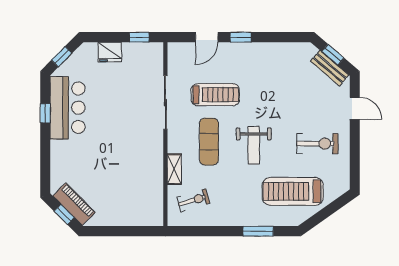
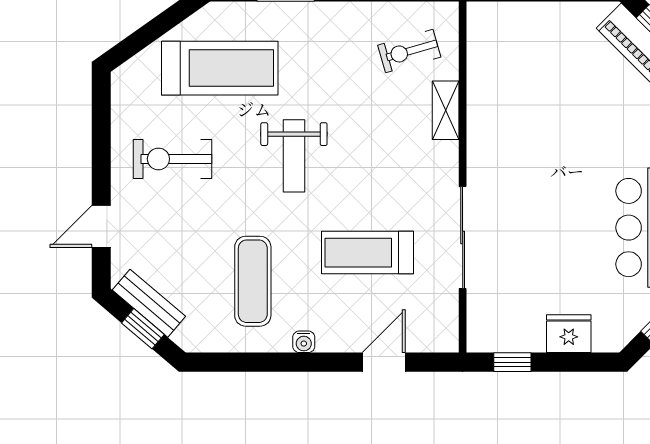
window: (241, 37) -> (319, 362), removed
water cooler: (249, 48) -> (304, 342), added
door: (355, 108) -> (101, 226), hinge flipped
exercise mat: (209, 142) -> (253, 281), moved
weight bench: (254, 145) -> (294, 156), turned 180

